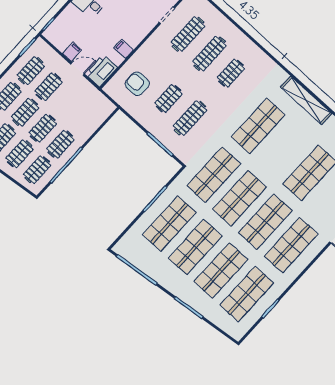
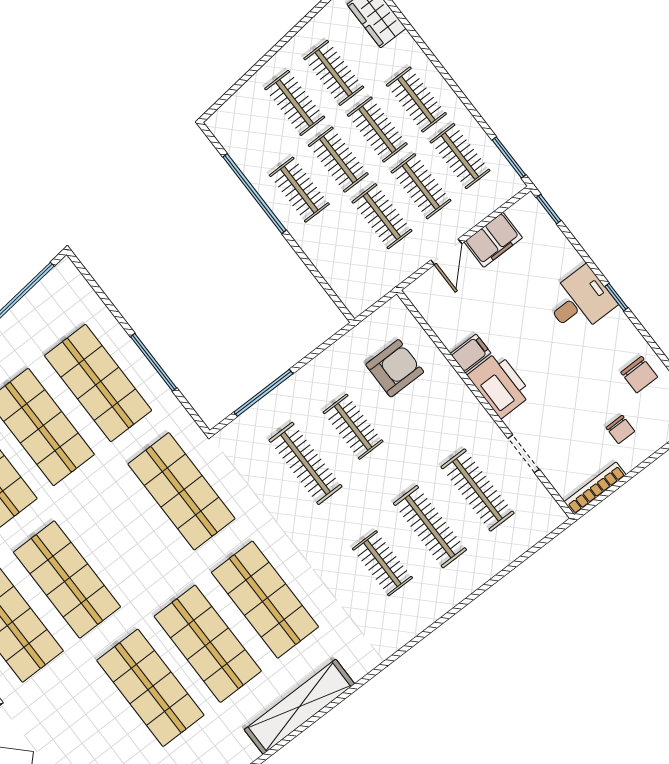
filing cabinet: (72, 52) -> (493, 240), width x2.00
printer: (101, 71) -> (500, 385), moved
clothes rail: (37, 170) -> (382, 216), moved
shop shelf: (240, 198) -> (208, 644), moved

